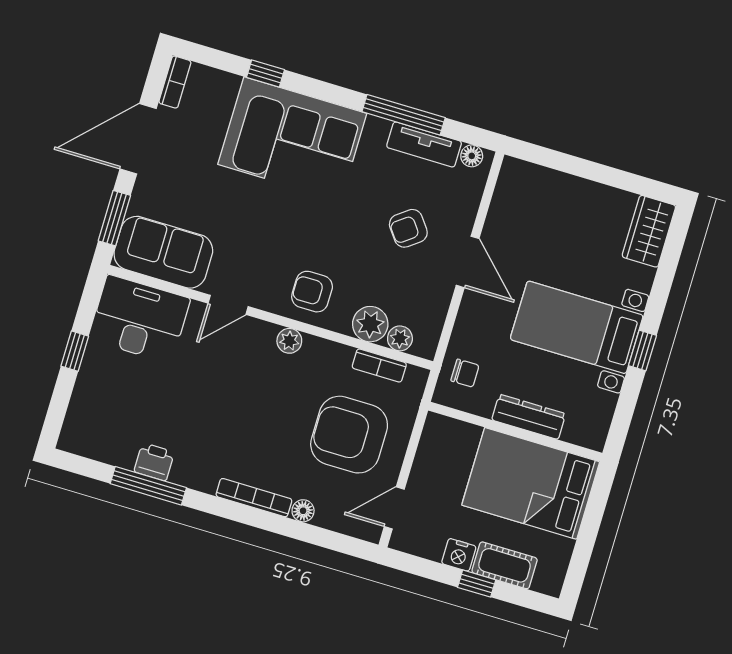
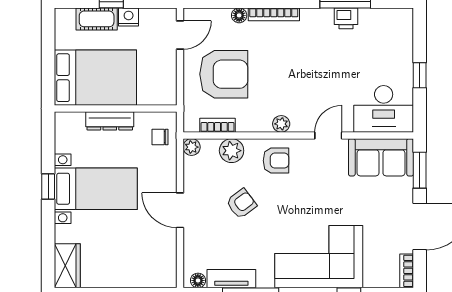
armchair: (408, 228) -> (241, 204), moved
plant: (400, 338) -> (192, 147), moved

